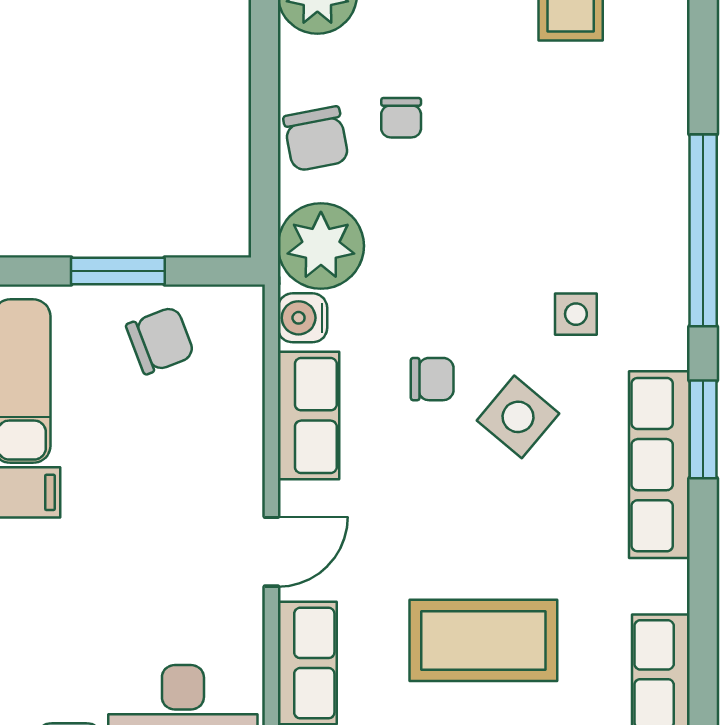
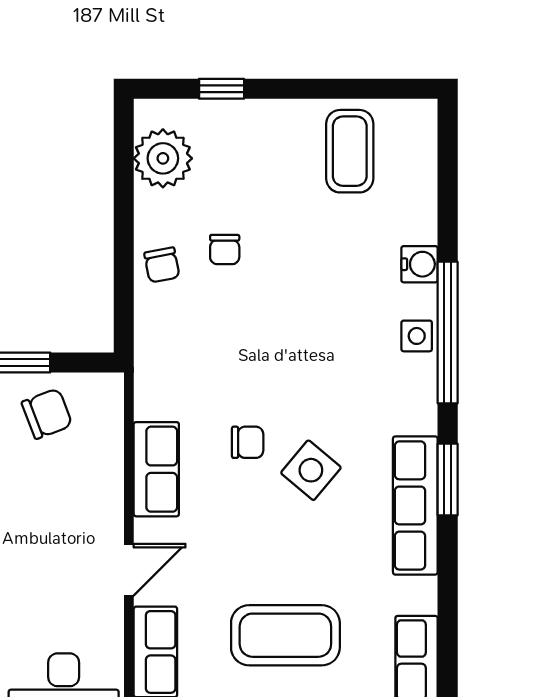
chair: (316, 139) -> (162, 265), width x0.73, depth x0.73
plant: (321, 246) -> (165, 344), removed
side table: (576, 314) -> (417, 336), moved
water cooler: (303, 318) -> (420, 264), moved, turned 180

